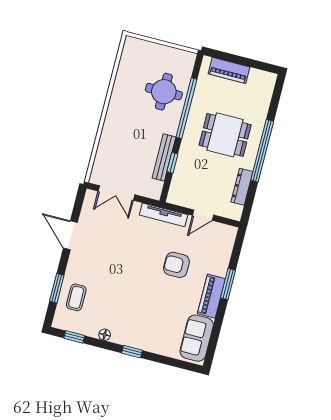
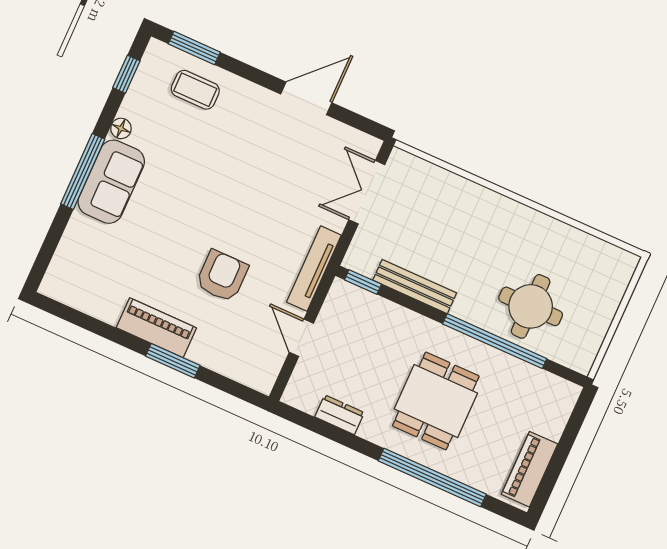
piano: (229, 70) -> (529, 469), moved
window: (262, 151) -> (432, 478), moved
window: (172, 163) -> (363, 282), moved
dresser: (242, 187) -> (340, 415), width x0.70
window: (57, 288) -> (194, 48), moved
sofa: (197, 338) -> (111, 182), moved, turned 90
window: (132, 352) -> (83, 171), width x2.17

